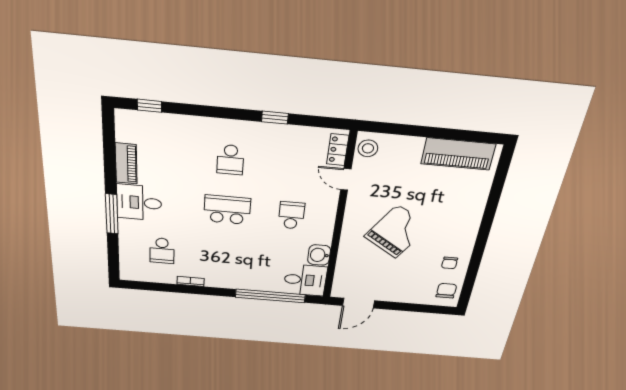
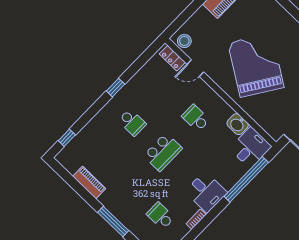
window: (275, 118) -> (116, 88), moved
desk: (139, 203) -> (206, 192), moved, turned -90
school desk: (227, 210) -> (163, 152), turned 180
grand piano: (397, 232) -> (256, 65), width x1.37, depth x1.48
school desk: (162, 251) -> (160, 216), turned 180

